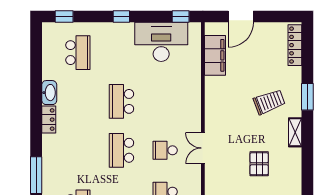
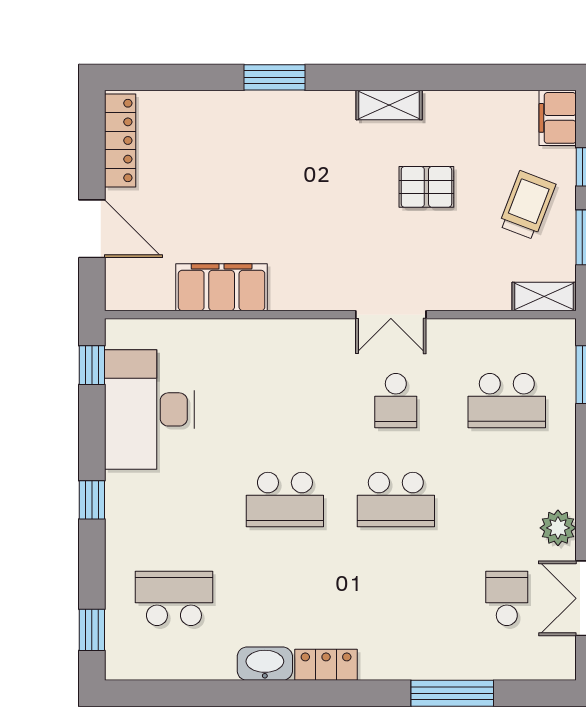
locker: (295, 45) -> (120, 140), moved, turned -90
filing cabinet: (215, 55) -> (222, 287), moved
trolley: (269, 102) -> (286, 164), removed
shelving: (295, 132) -> (389, 105), moved

